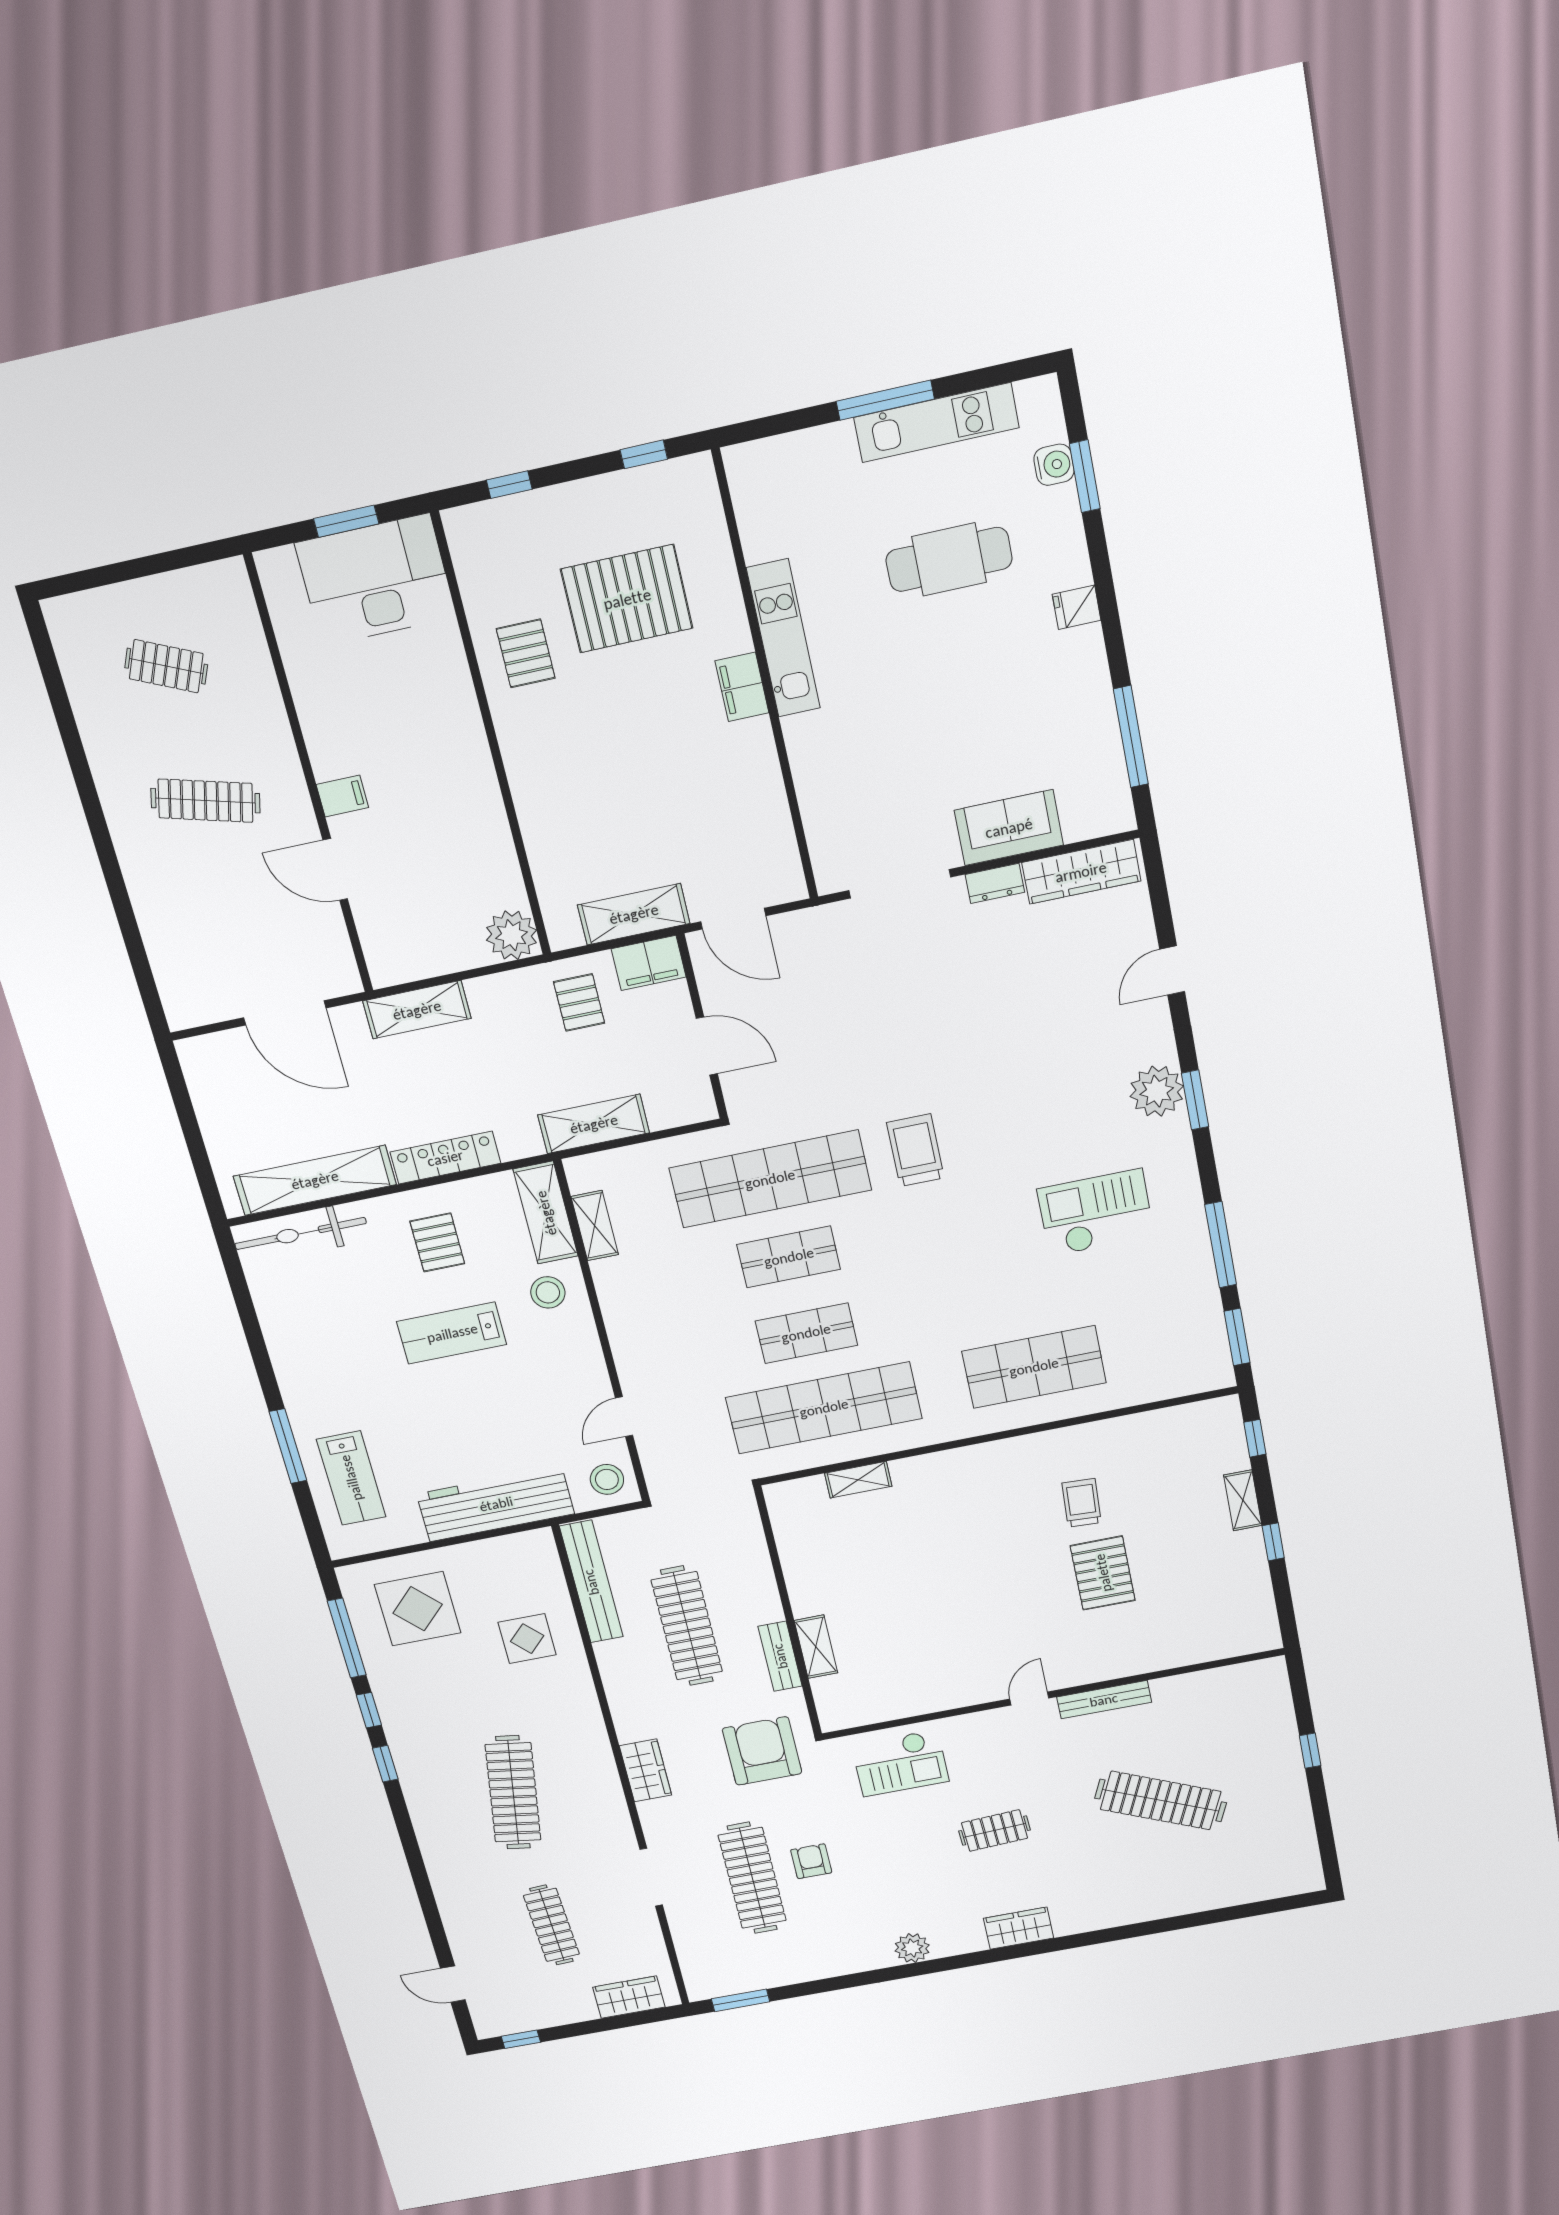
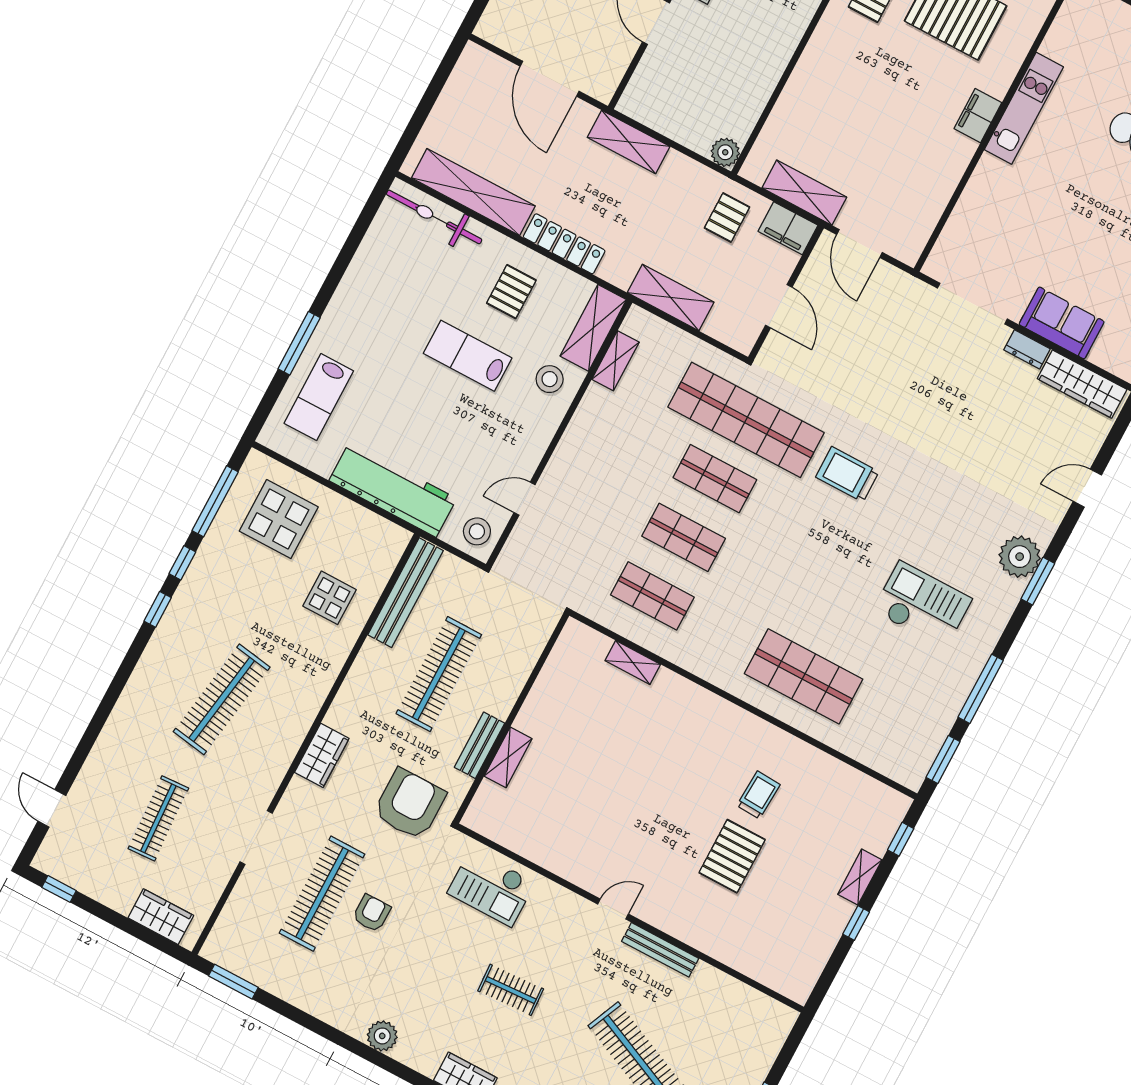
plant: (512, 935) -> (725, 152), width x0.73, depth x0.73
trolley: (915, 1150) -> (847, 474), turned -90
shop shelf: (824, 1408) -> (652, 596), width x0.50, depth x0.74

